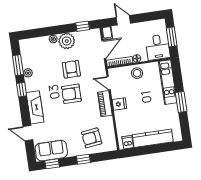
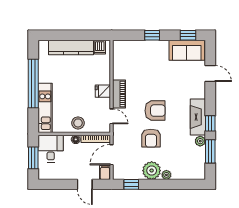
window: (181, 102) -> (33, 83), width x2.11
fireplace: (35, 107) -> (198, 117), moved
armchair: (92, 138) -> (140, 58), removed

